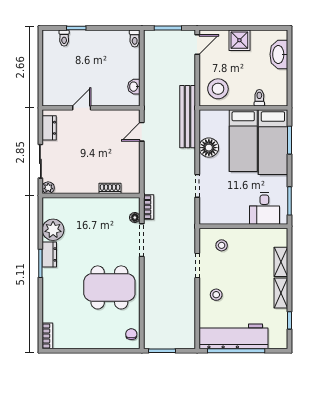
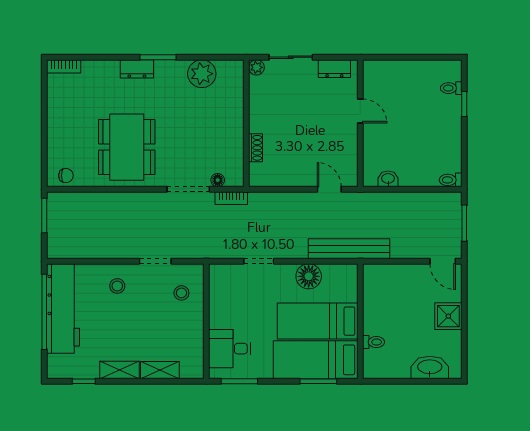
stool: (218, 89) -> (385, 288), removed
dresser: (49, 254) -> (137, 69), moved

